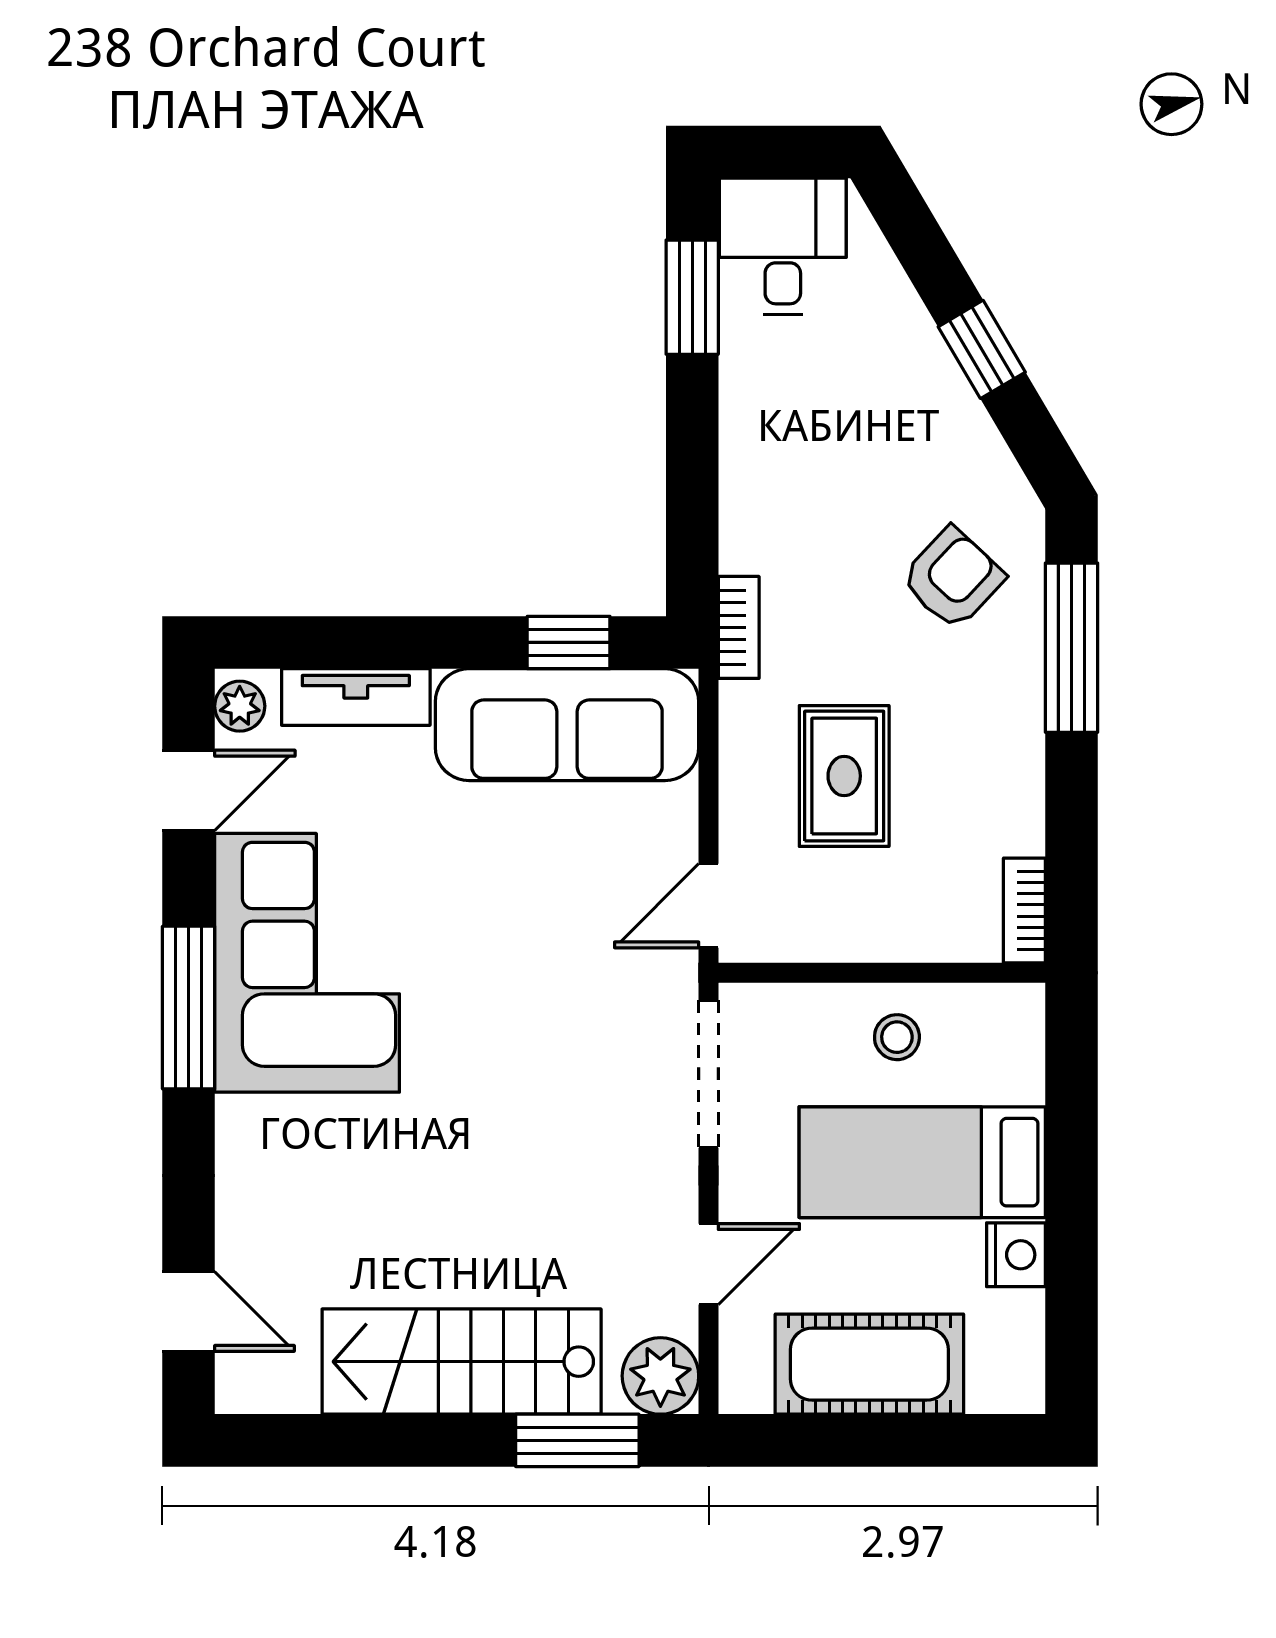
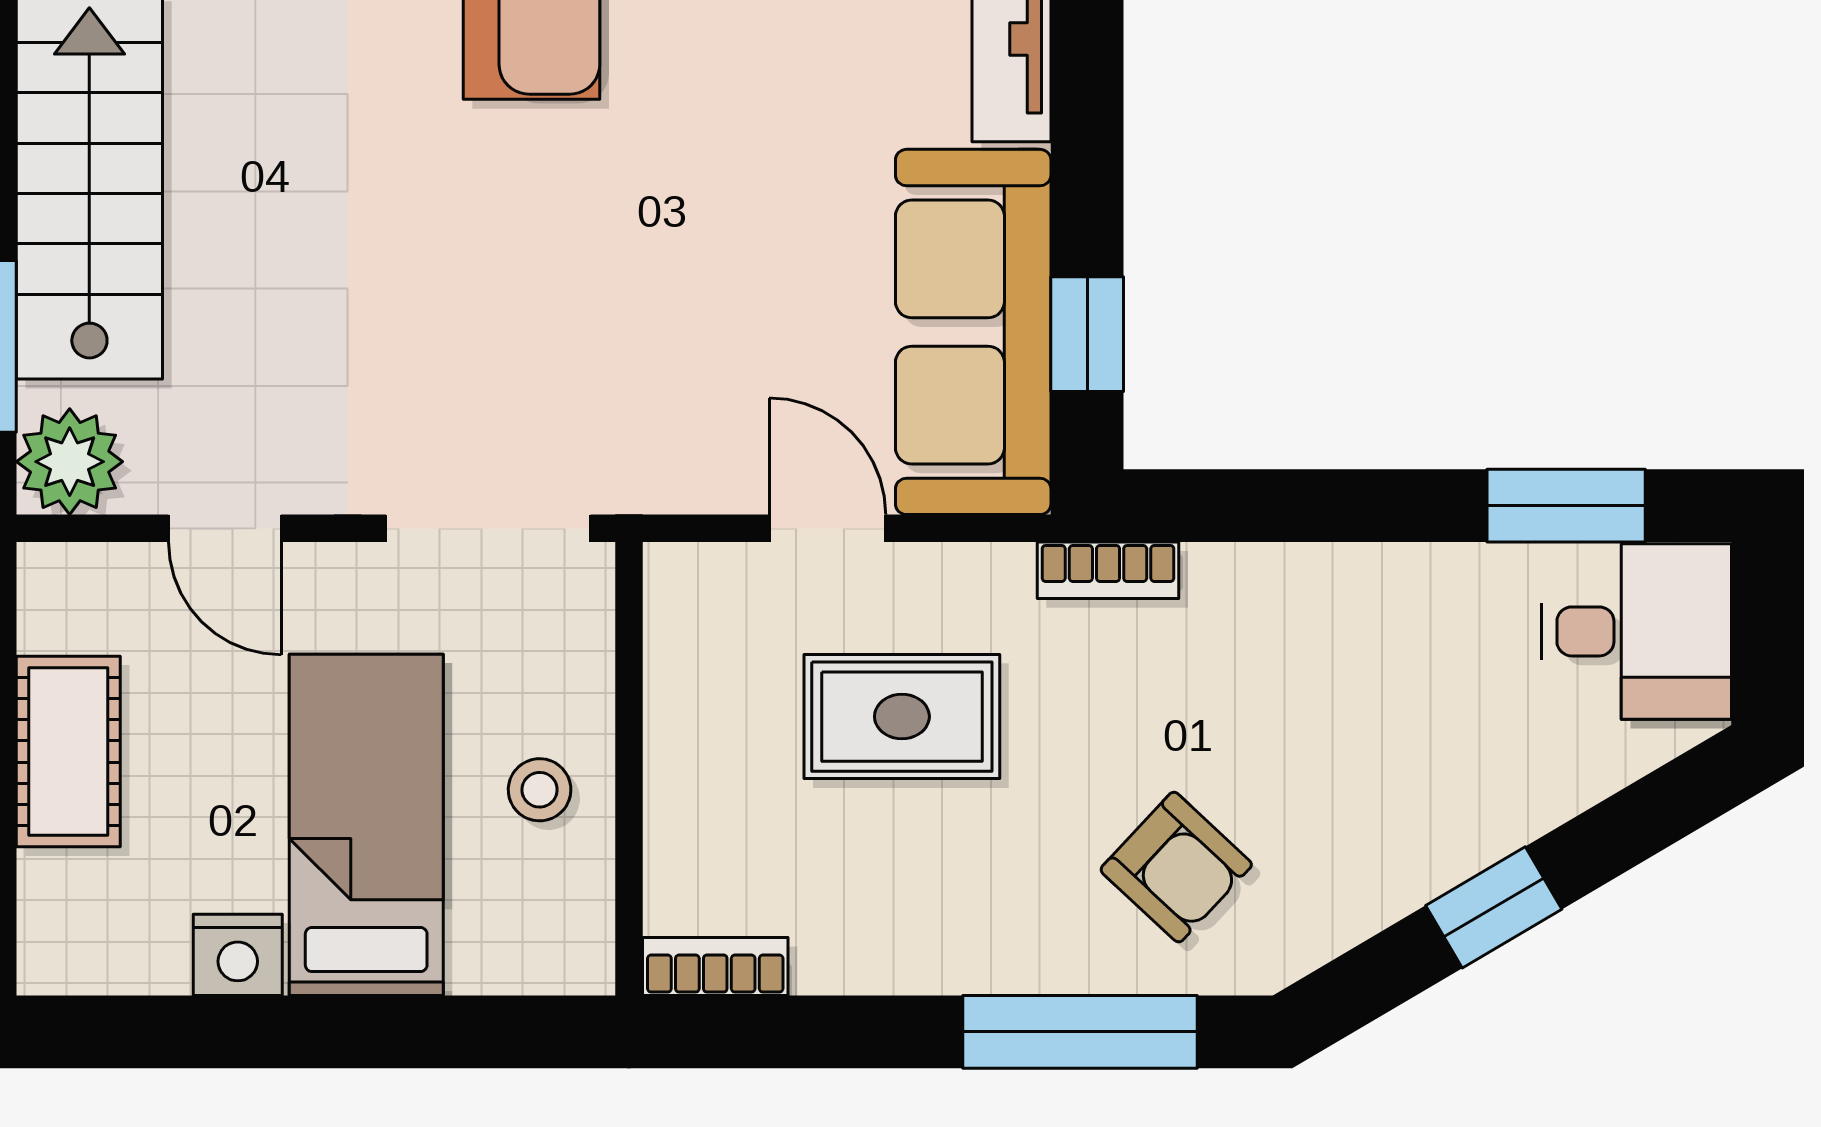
door: (709, 906) -> (827, 528), moved
cot: (869, 1364) -> (68, 751), width x0.73, depth x0.75

